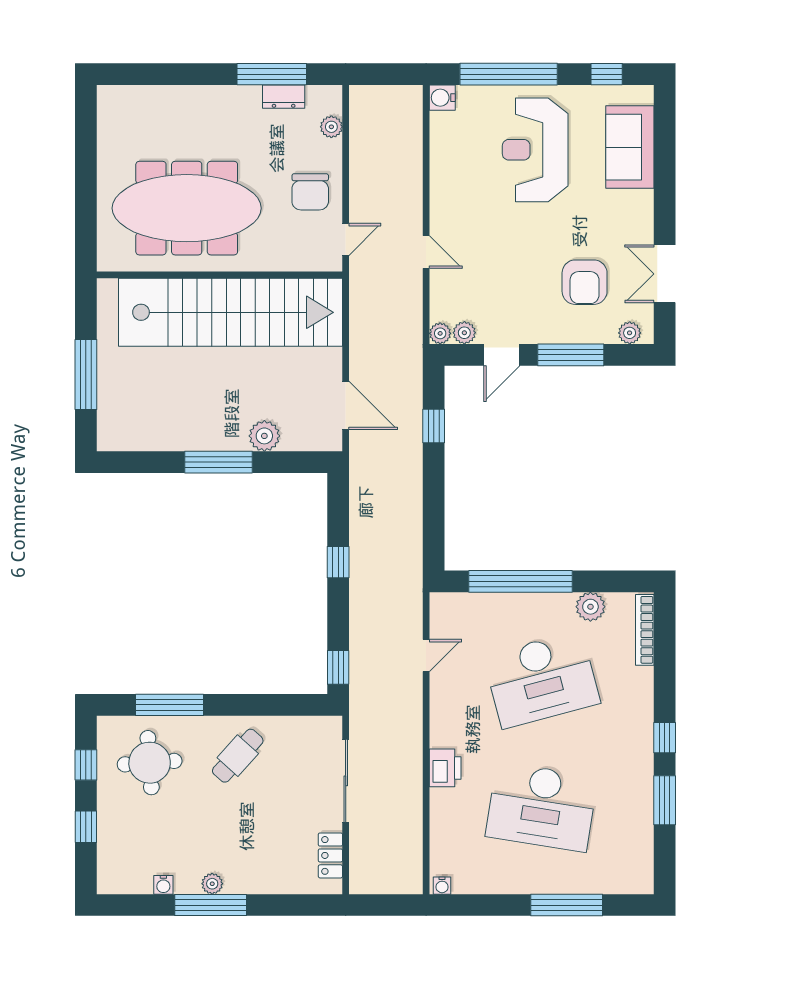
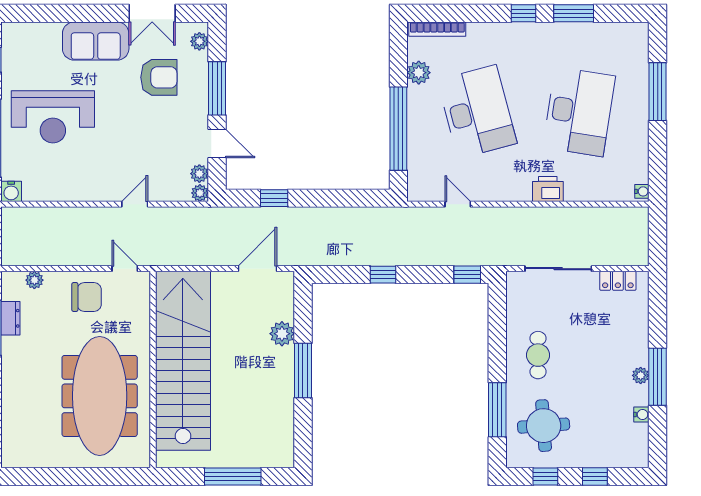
sofa: (630, 147) -> (96, 41), moved
cafe table: (238, 756) -> (538, 355), turned 48

